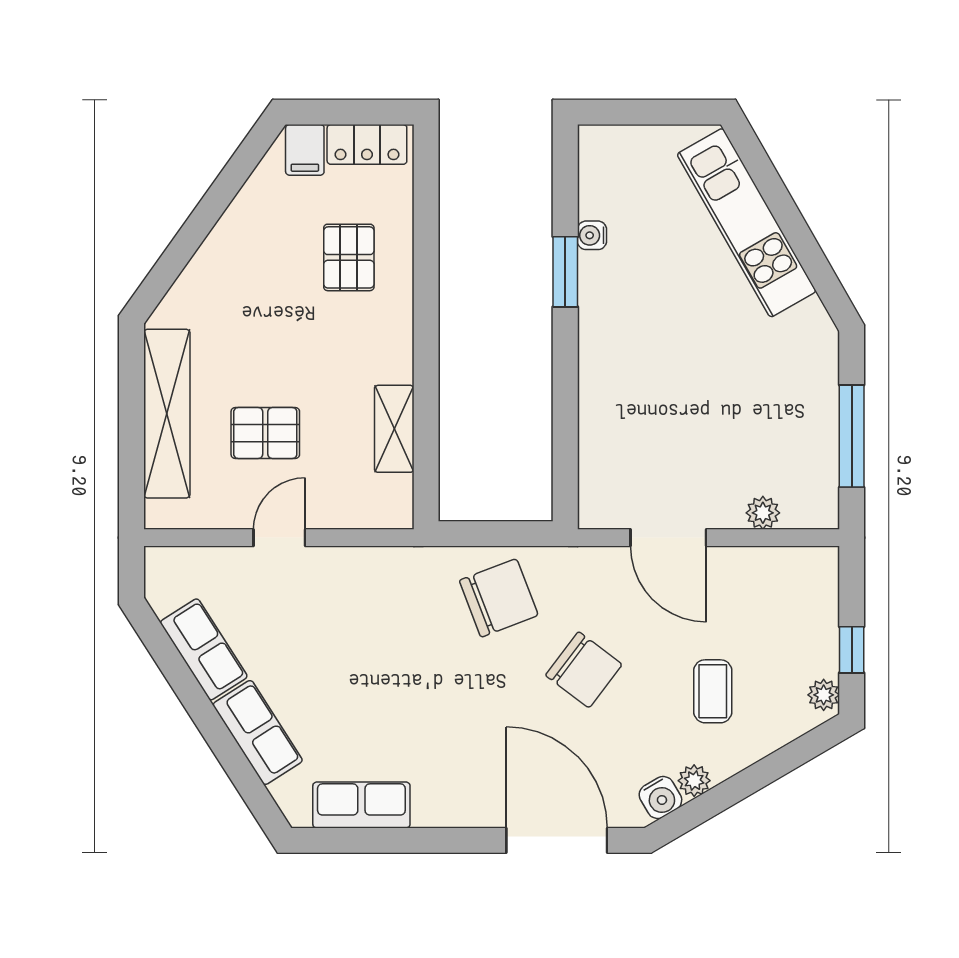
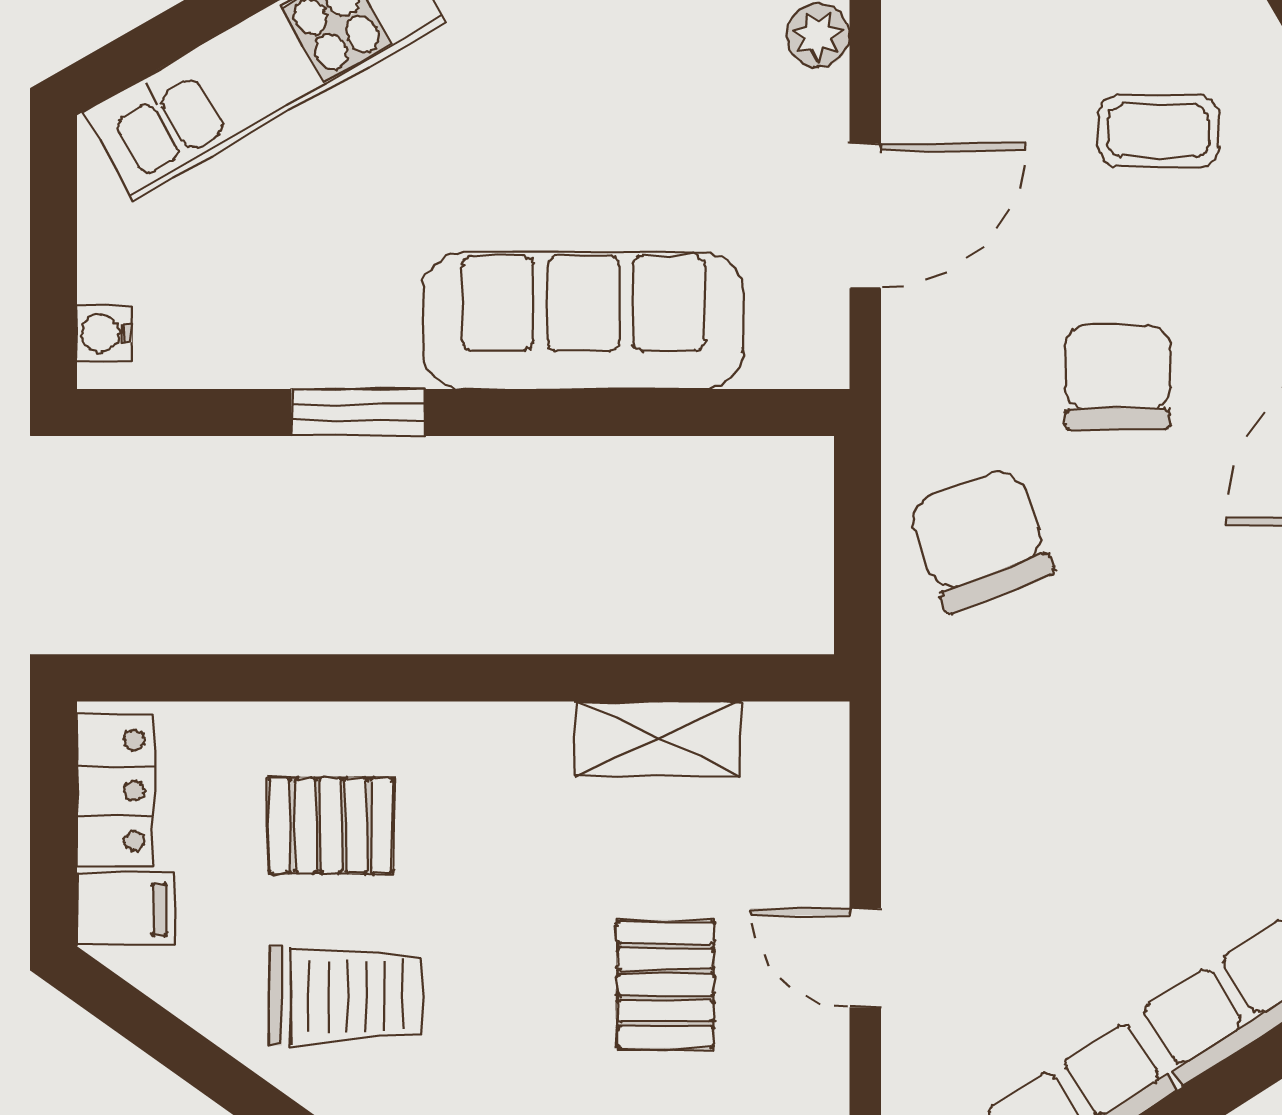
water cooler: (592, 235) -> (104, 333), moved, turned 90
trolley: (259, 265) -> (346, 996), added
sofa: (613, 390) -> (583, 321), added
chair: (584, 670) -> (1118, 377), turned -37

